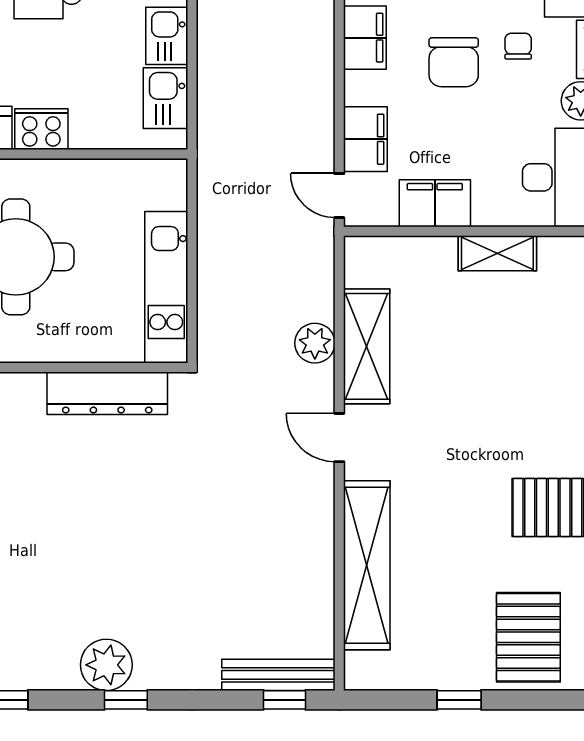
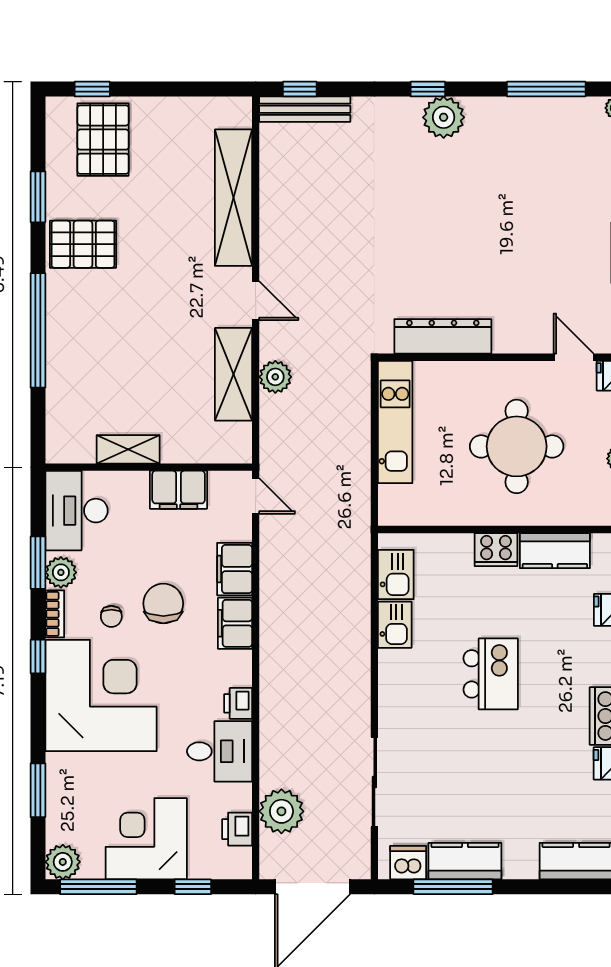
filing cabinet: (365, 139) -> (235, 569), moved
window: (459, 700) -> (92, 89), moved

